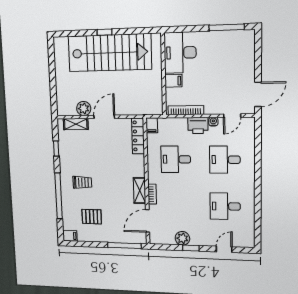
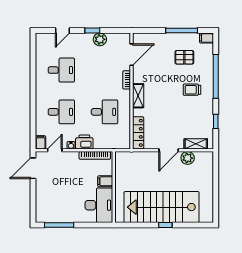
filing cabinet: (152, 125) -> (41, 142), moved
shelving: (140, 191) -> (138, 96), moved
window: (124, 246) -> (182, 30), moved

